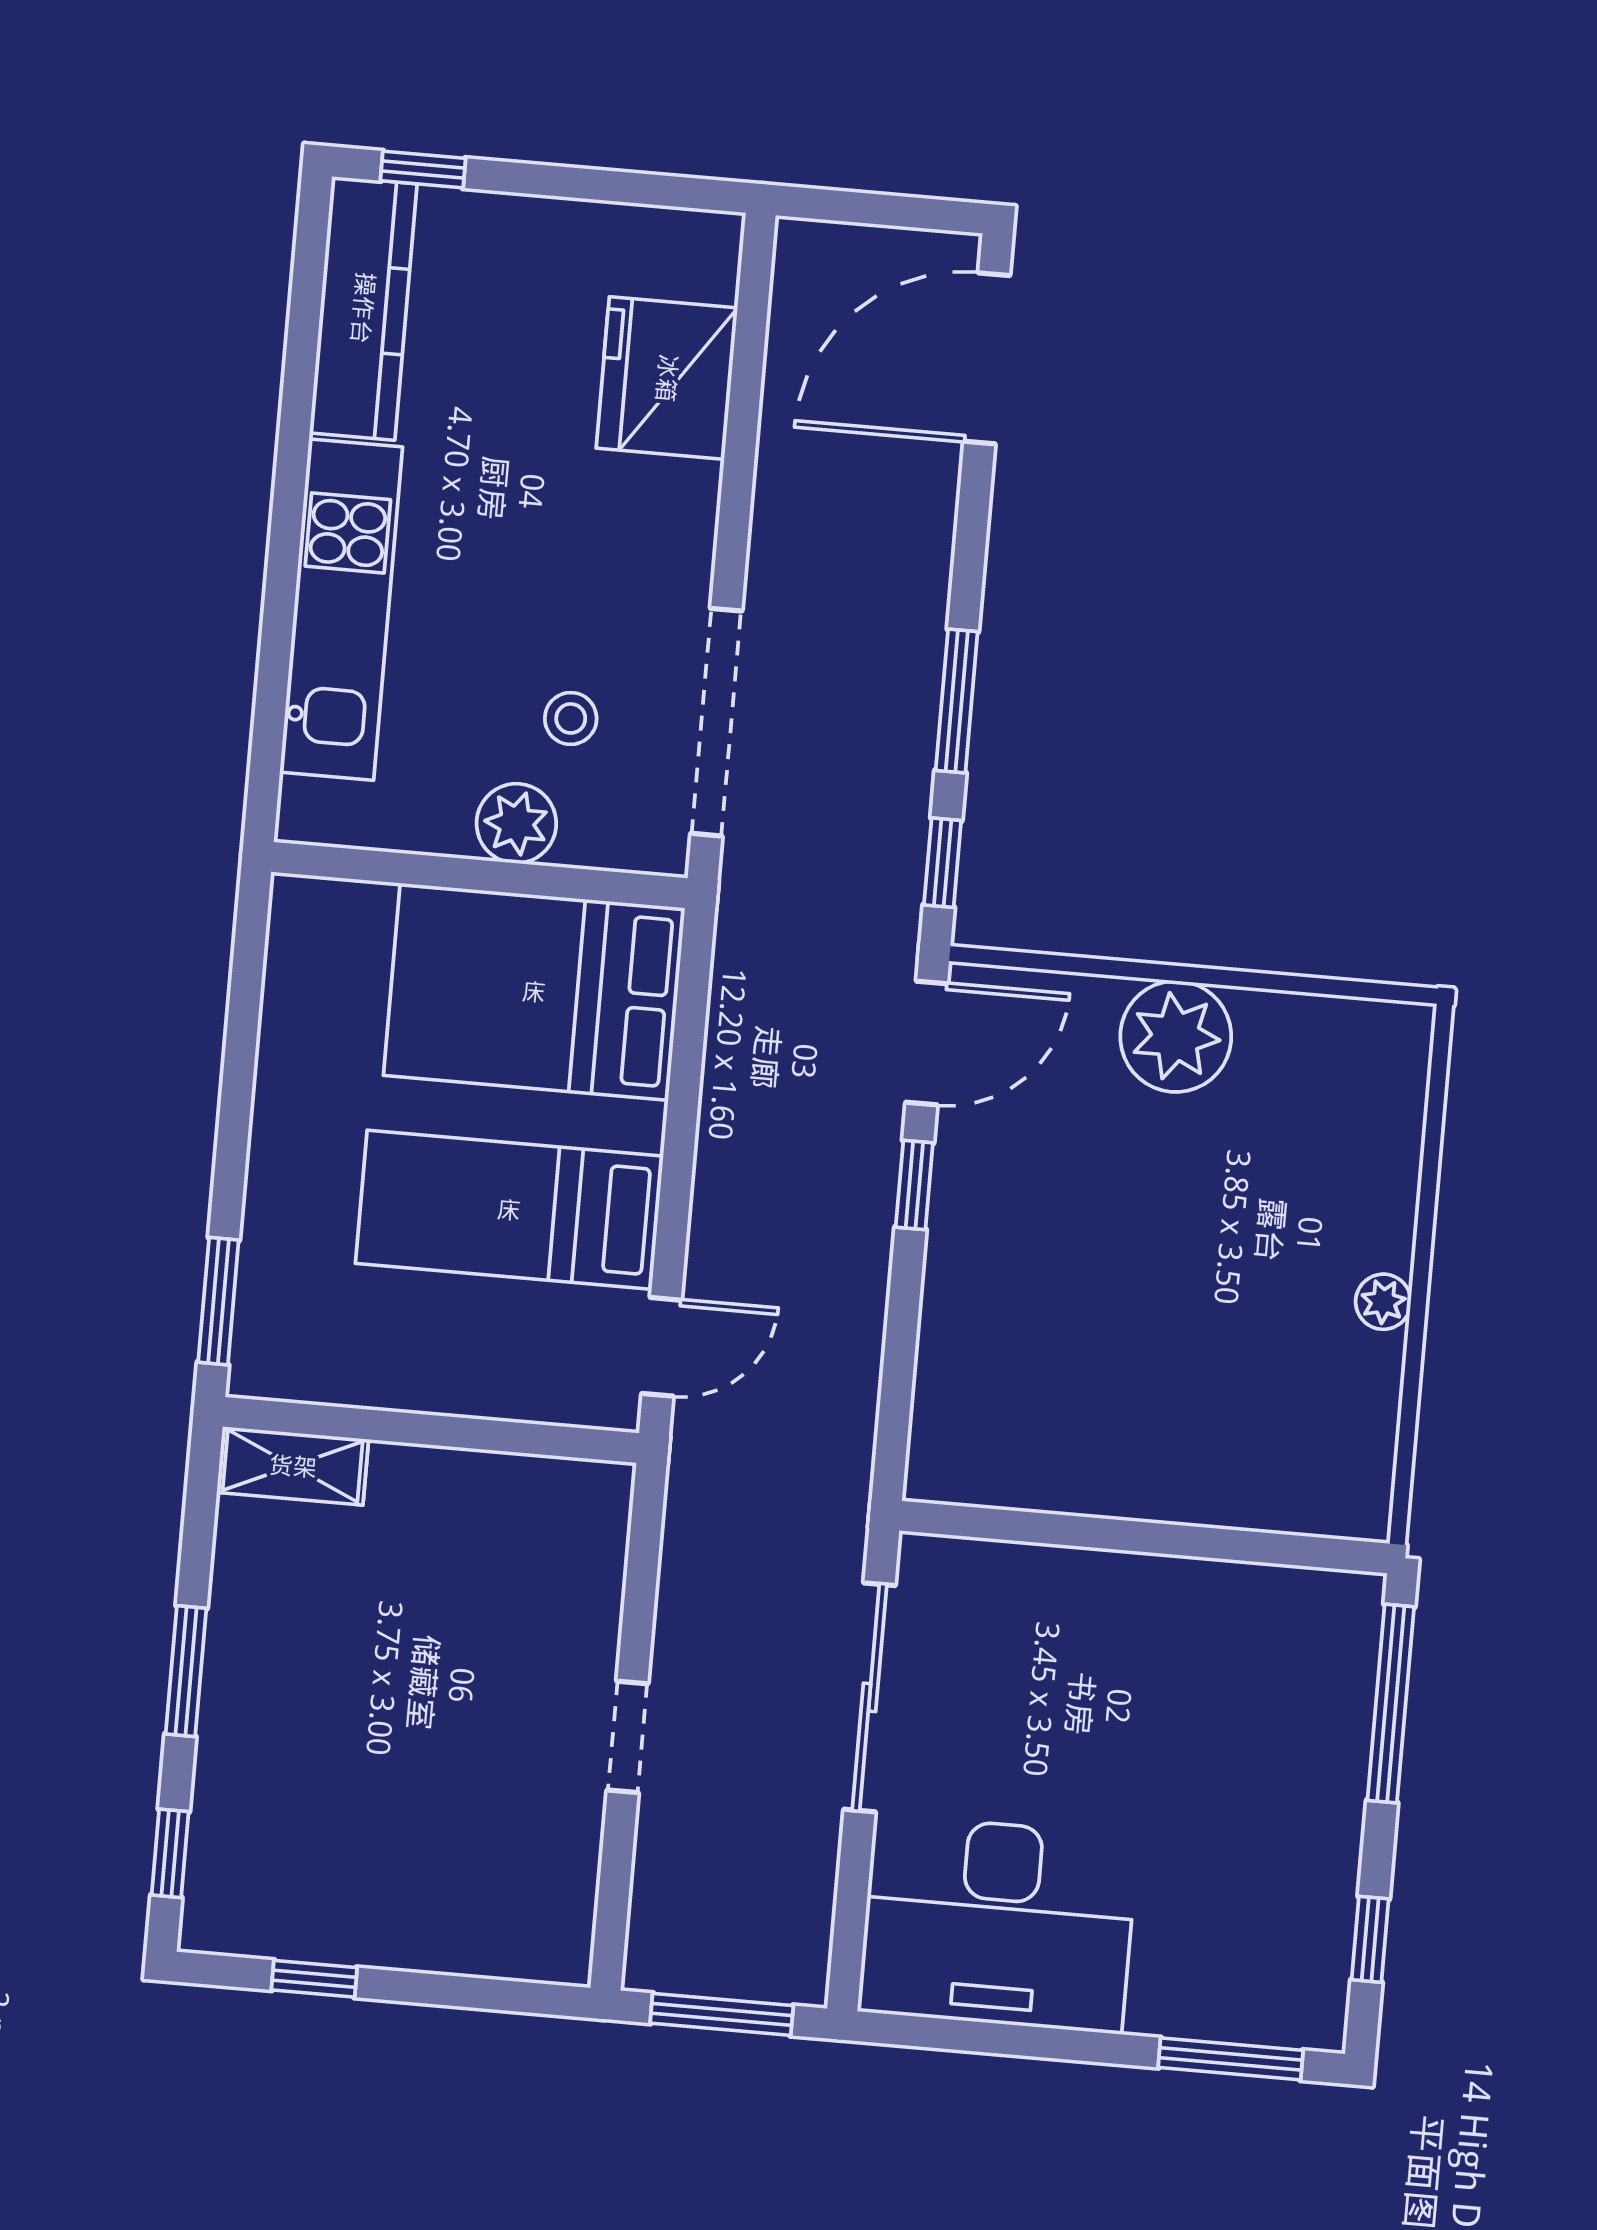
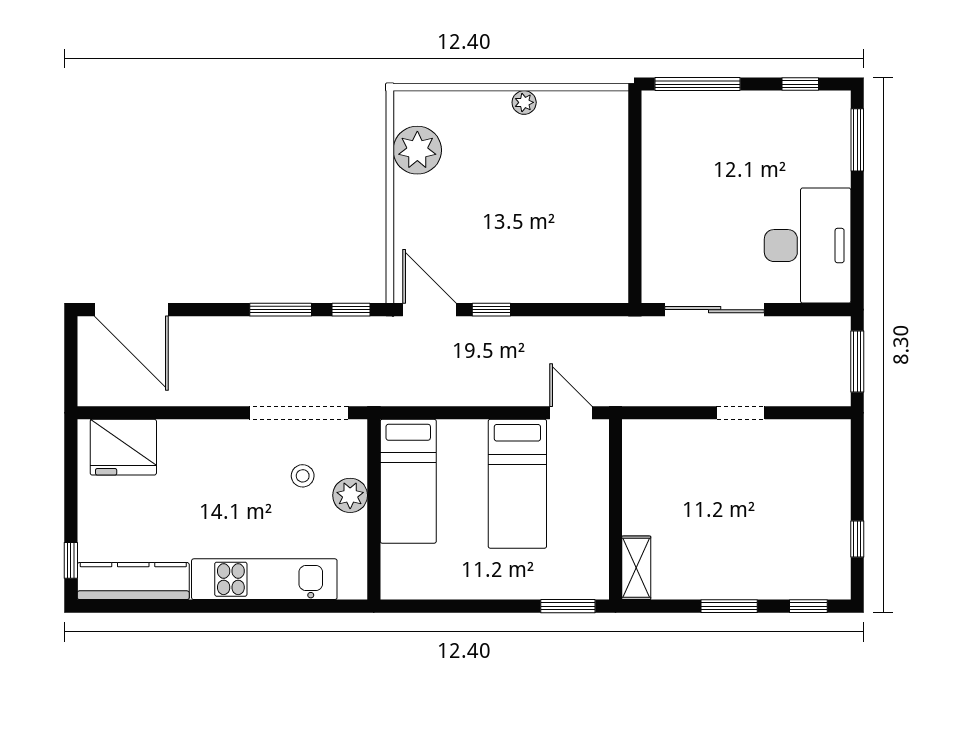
fridge: (667, 378) -> (123, 447), moved
bed: (534, 992) -> (408, 481), width x0.67
plant: (1176, 1036) -> (417, 150), moved

